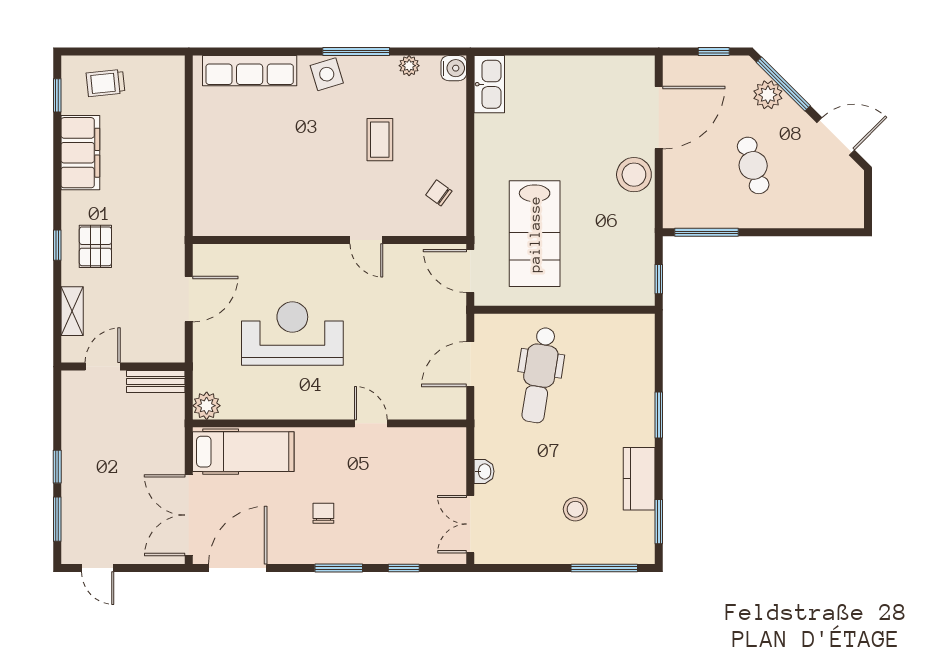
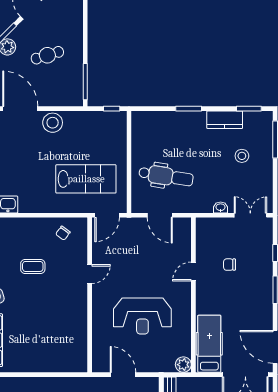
reception desk: (292, 334) -> (142, 316), turned -90
chair: (323, 513) -> (230, 265), moved
double door: (470, 524) -> (250, 215), swing flipped

